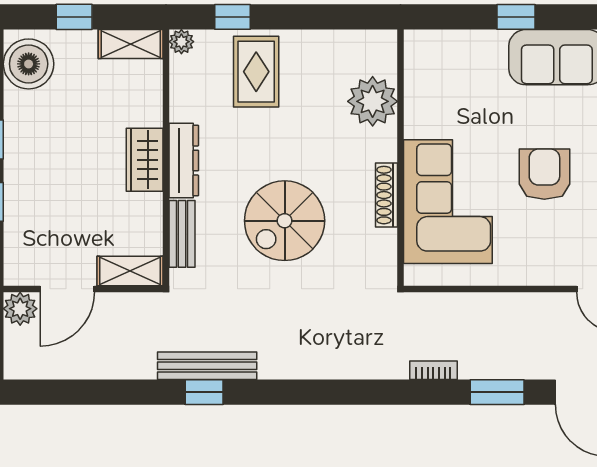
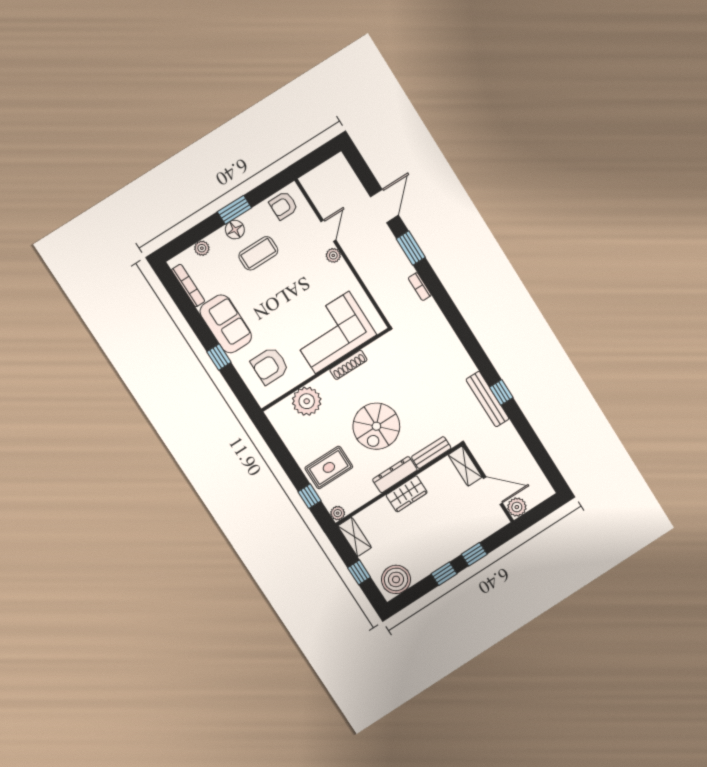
armchair: (544, 174) -> (270, 366), moved
spiral stairs: (285, 221) -> (376, 426), moved, turned 90
plant: (557, 274) -> (333, 255), added

